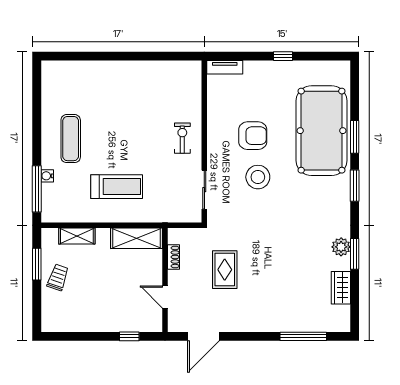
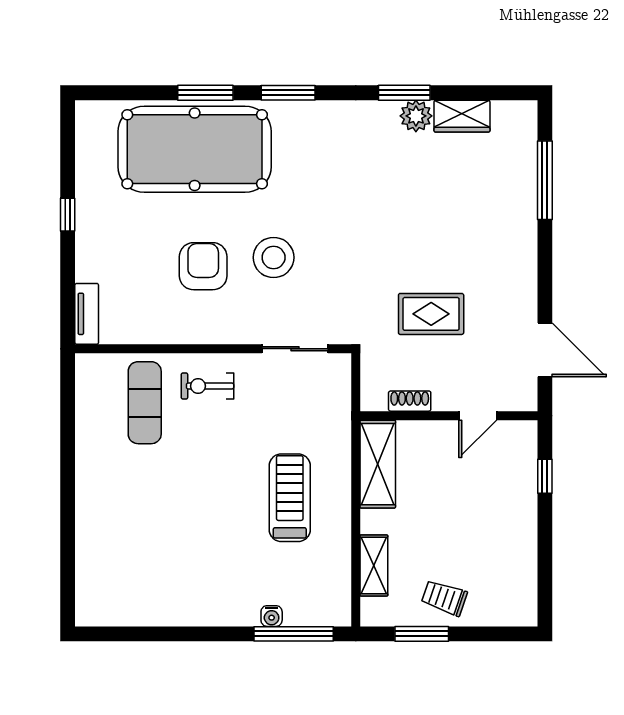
exercise mat: (71, 139) -> (145, 403), moved, turned 90
plant: (341, 247) -> (416, 116), moved

